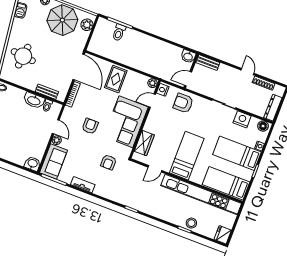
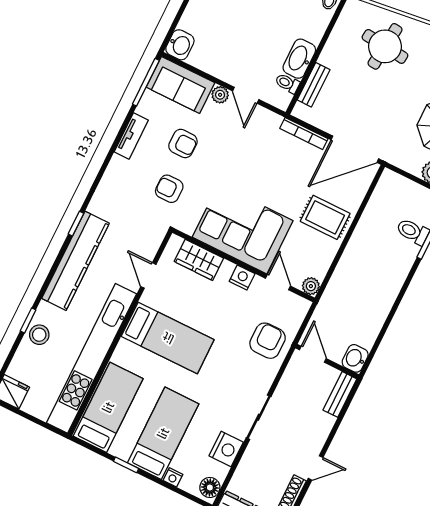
nightstand: (163, 90) -> (242, 278), moved
armchair: (90, 126) -> (183, 144), moved
door: (56, 127) -> (246, 95), hinge flipped
kitchen counter: (151, 208) -> (76, 261), added

